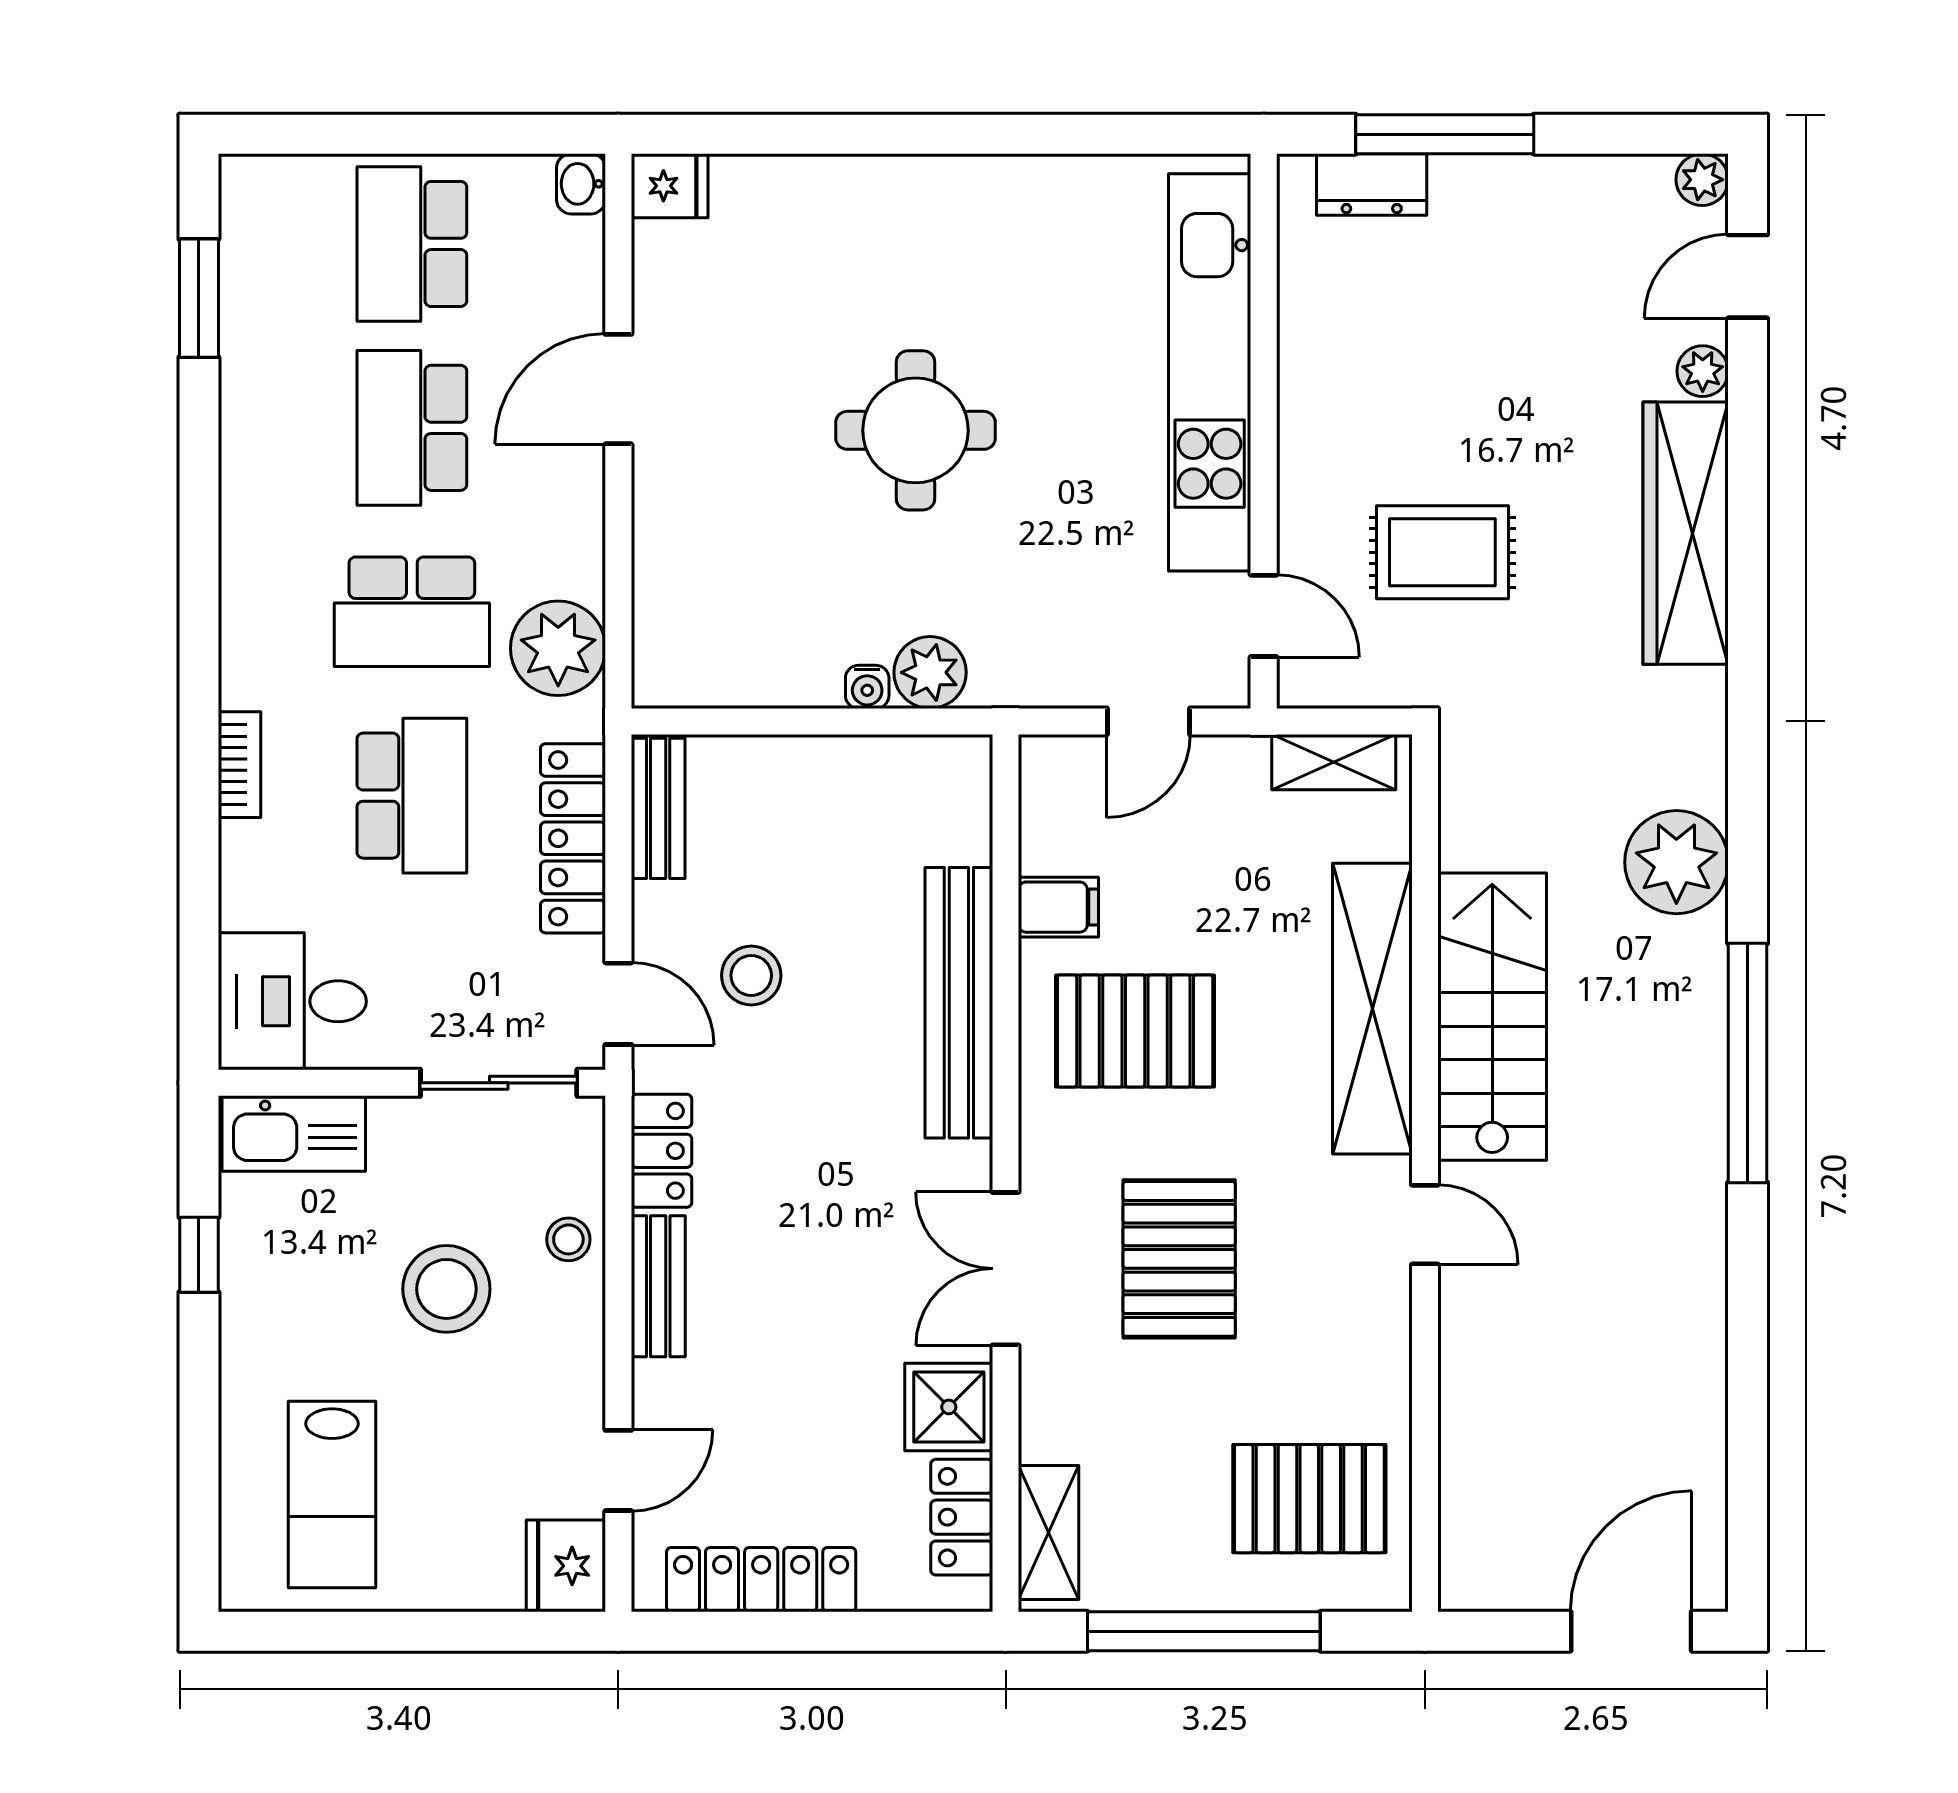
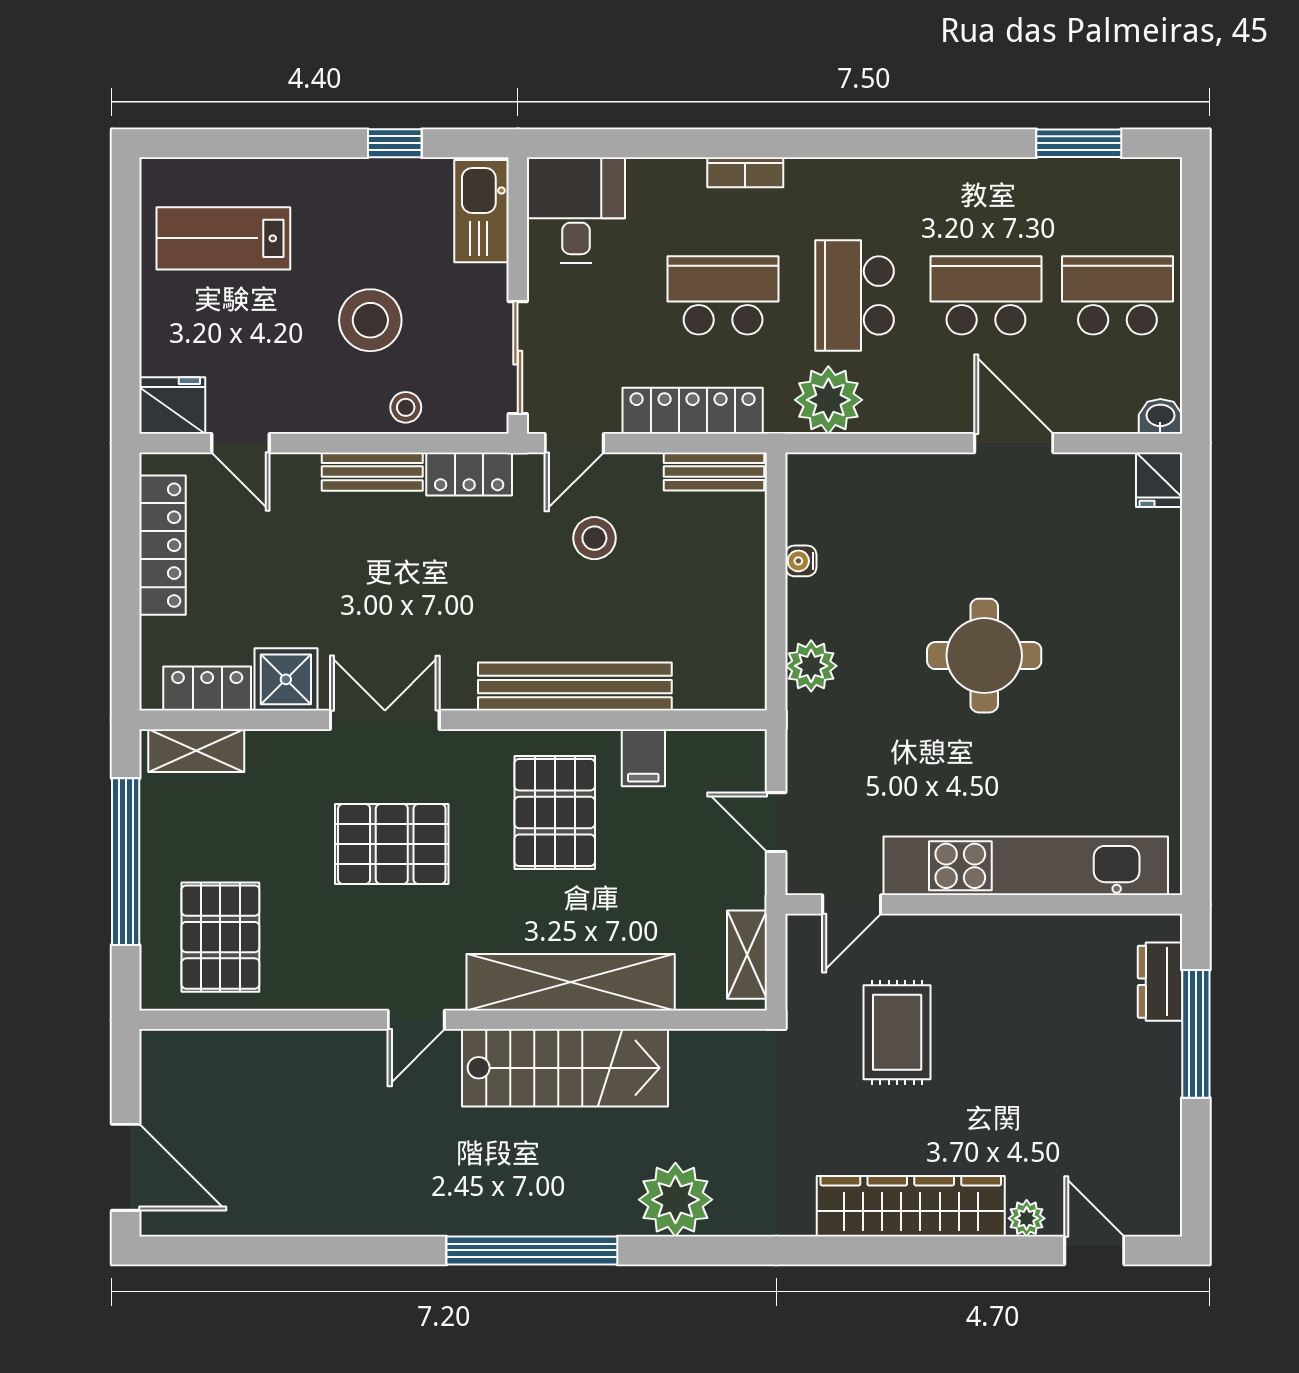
plant: (1702, 180) -> (1163, 1218), removed
water cooler: (867, 687) -> (801, 561), moved
school desk: (412, 796) -> (723, 295), turned 180

